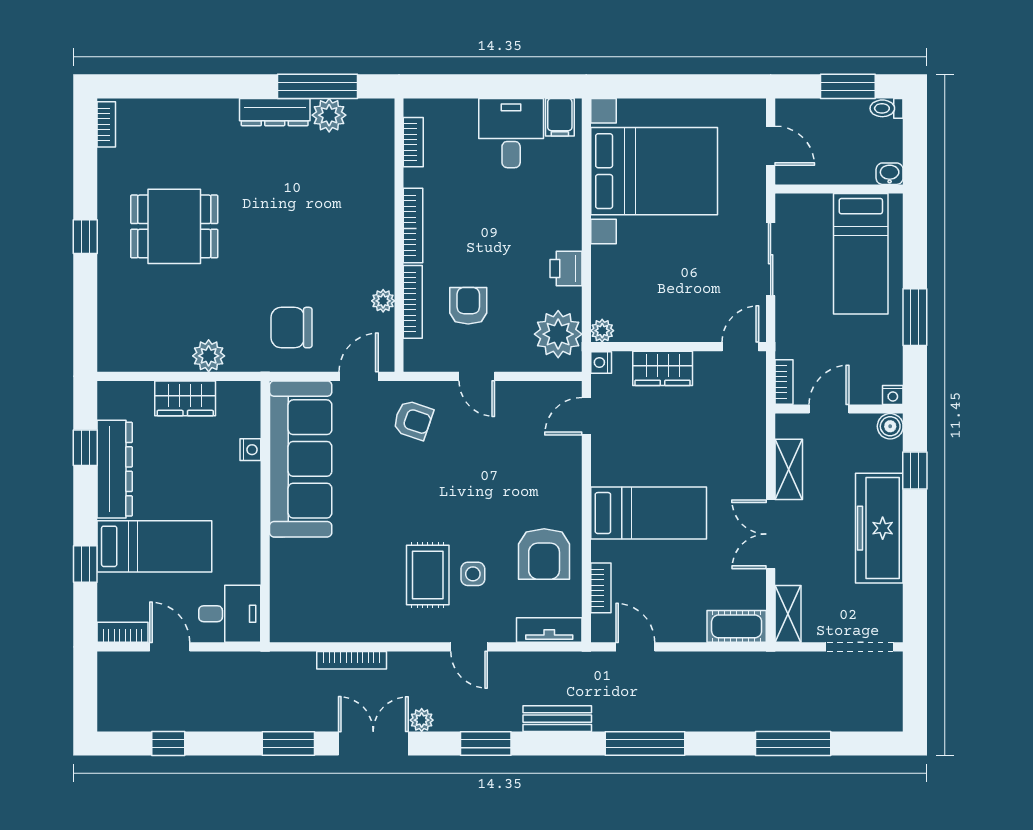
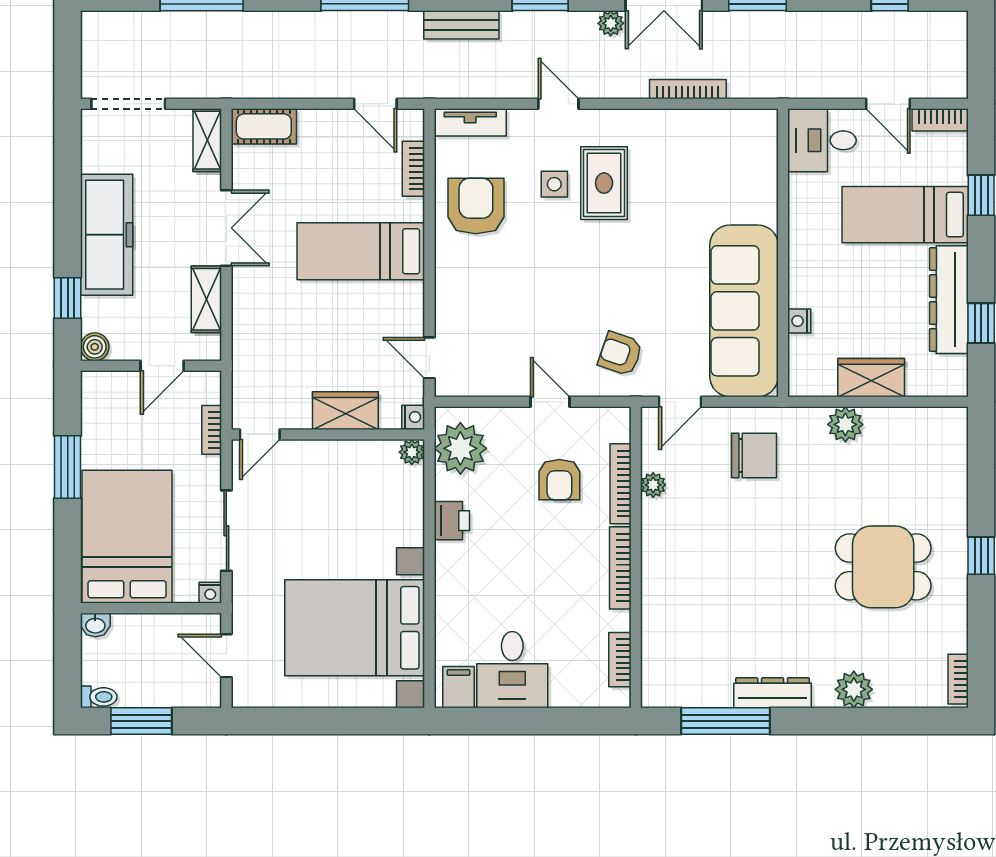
plant: (329, 115) -> (854, 689), moved
bed: (861, 254) -> (127, 537), width x1.50
bookcase: (784, 382) -> (212, 430), moved
nightstand: (893, 395) -> (210, 593), moved, turned 180
door: (586, 416) -> (429, 358), swing flipped

